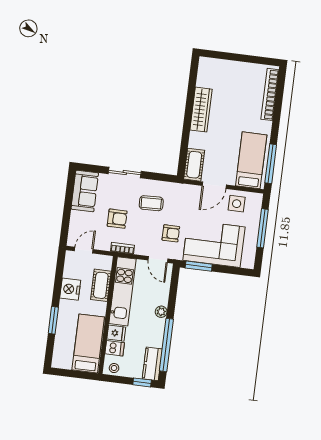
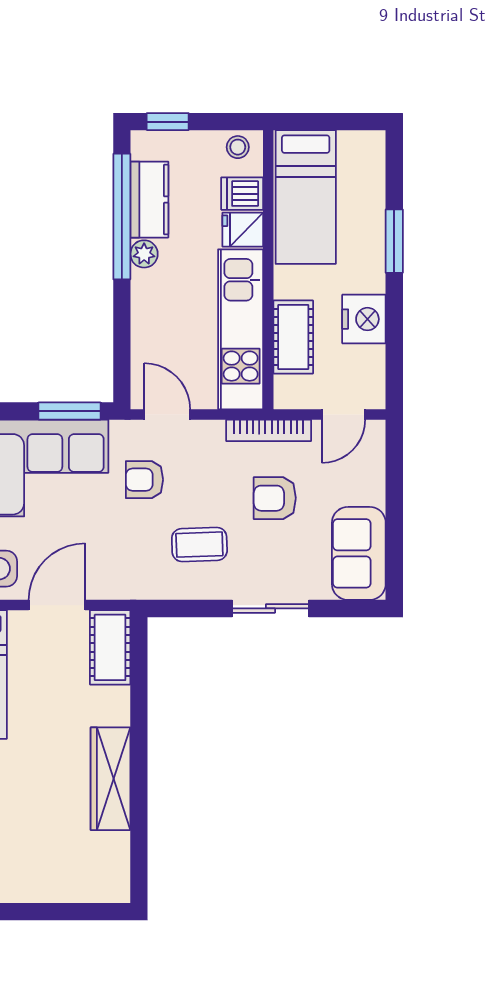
bookcase: (123, 248) -> (269, 430), width x1.56
plant: (161, 312) -> (144, 254), moved
kitchen counter: (152, 364) -> (149, 200), moved

